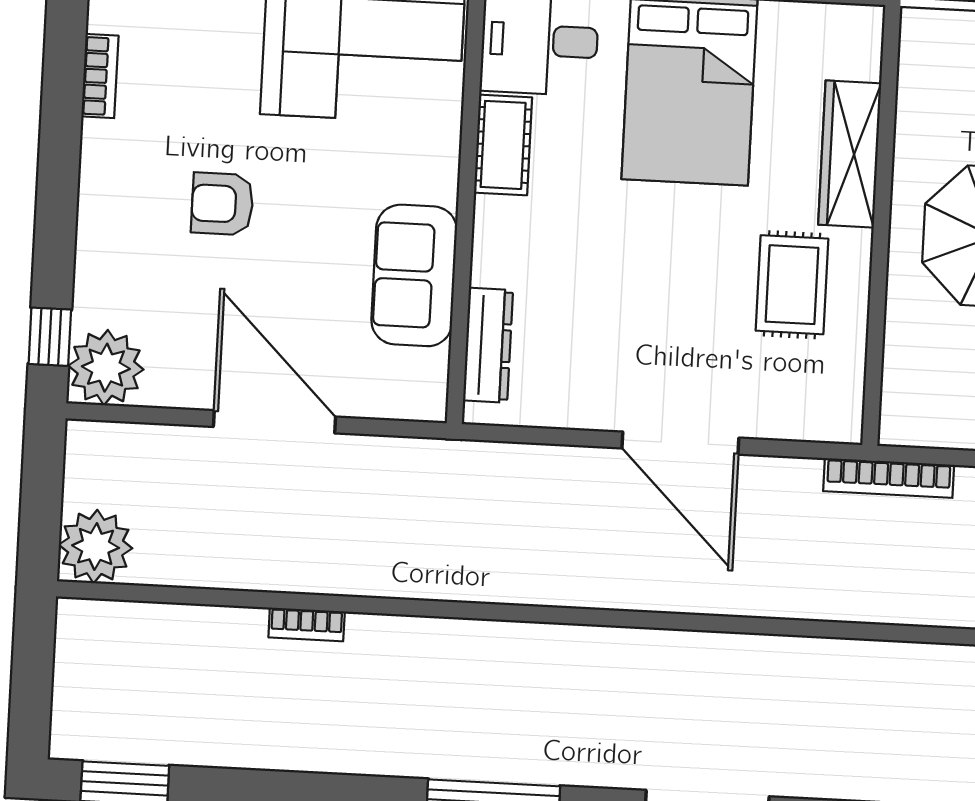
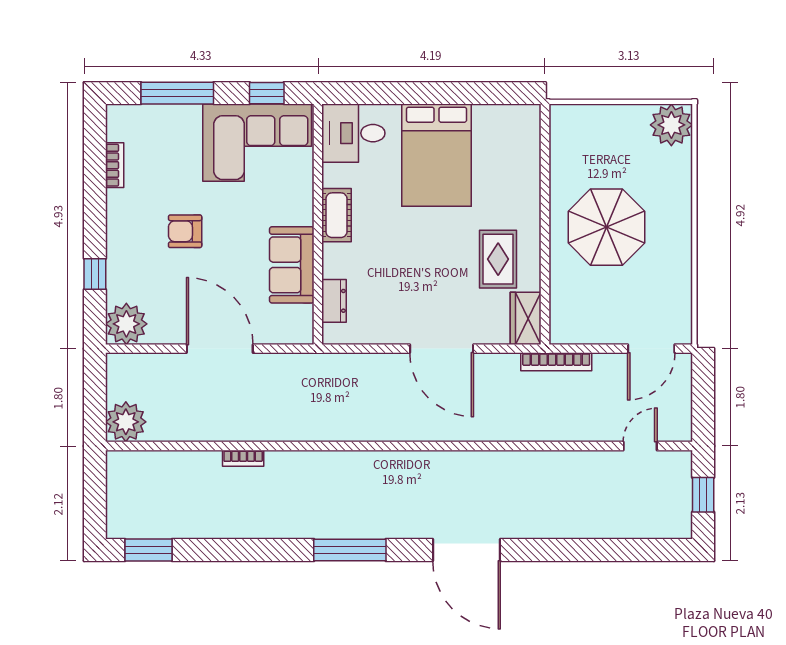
cot: (503, 145) -> (336, 215), moved
wardrobe: (850, 154) -> (526, 318), moved, width x0.67
window: (50, 337) -> (95, 274), moved
dresser: (488, 345) -> (334, 301), width x0.70

